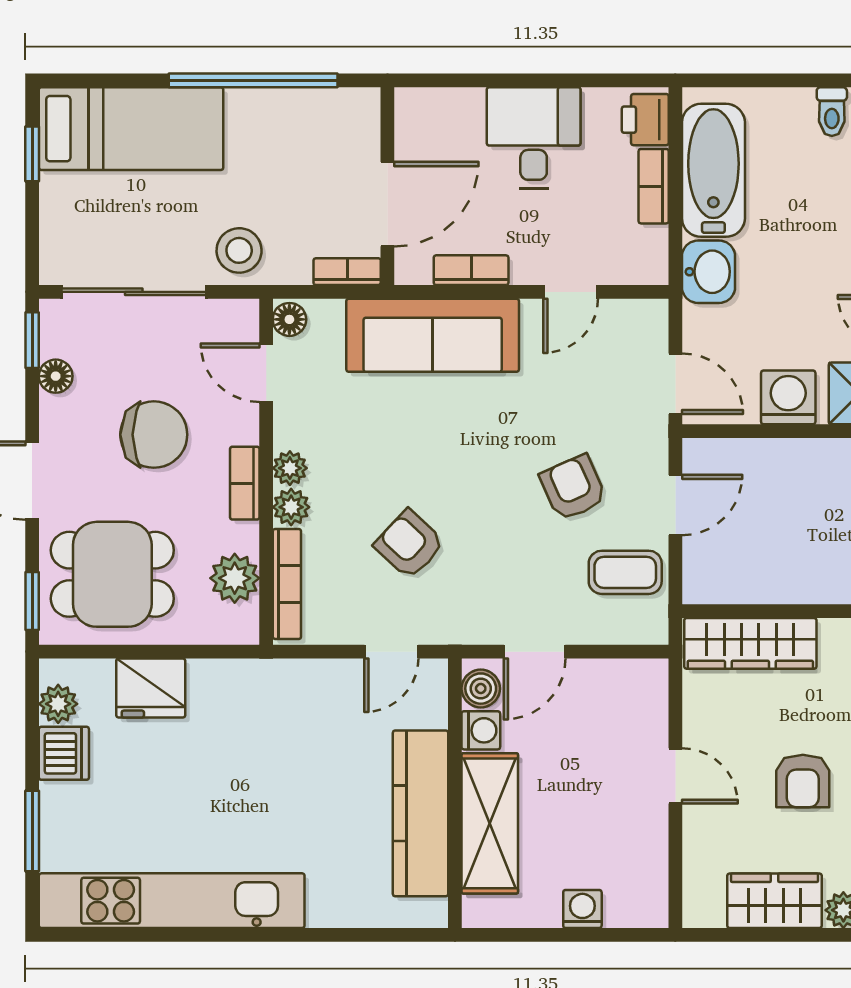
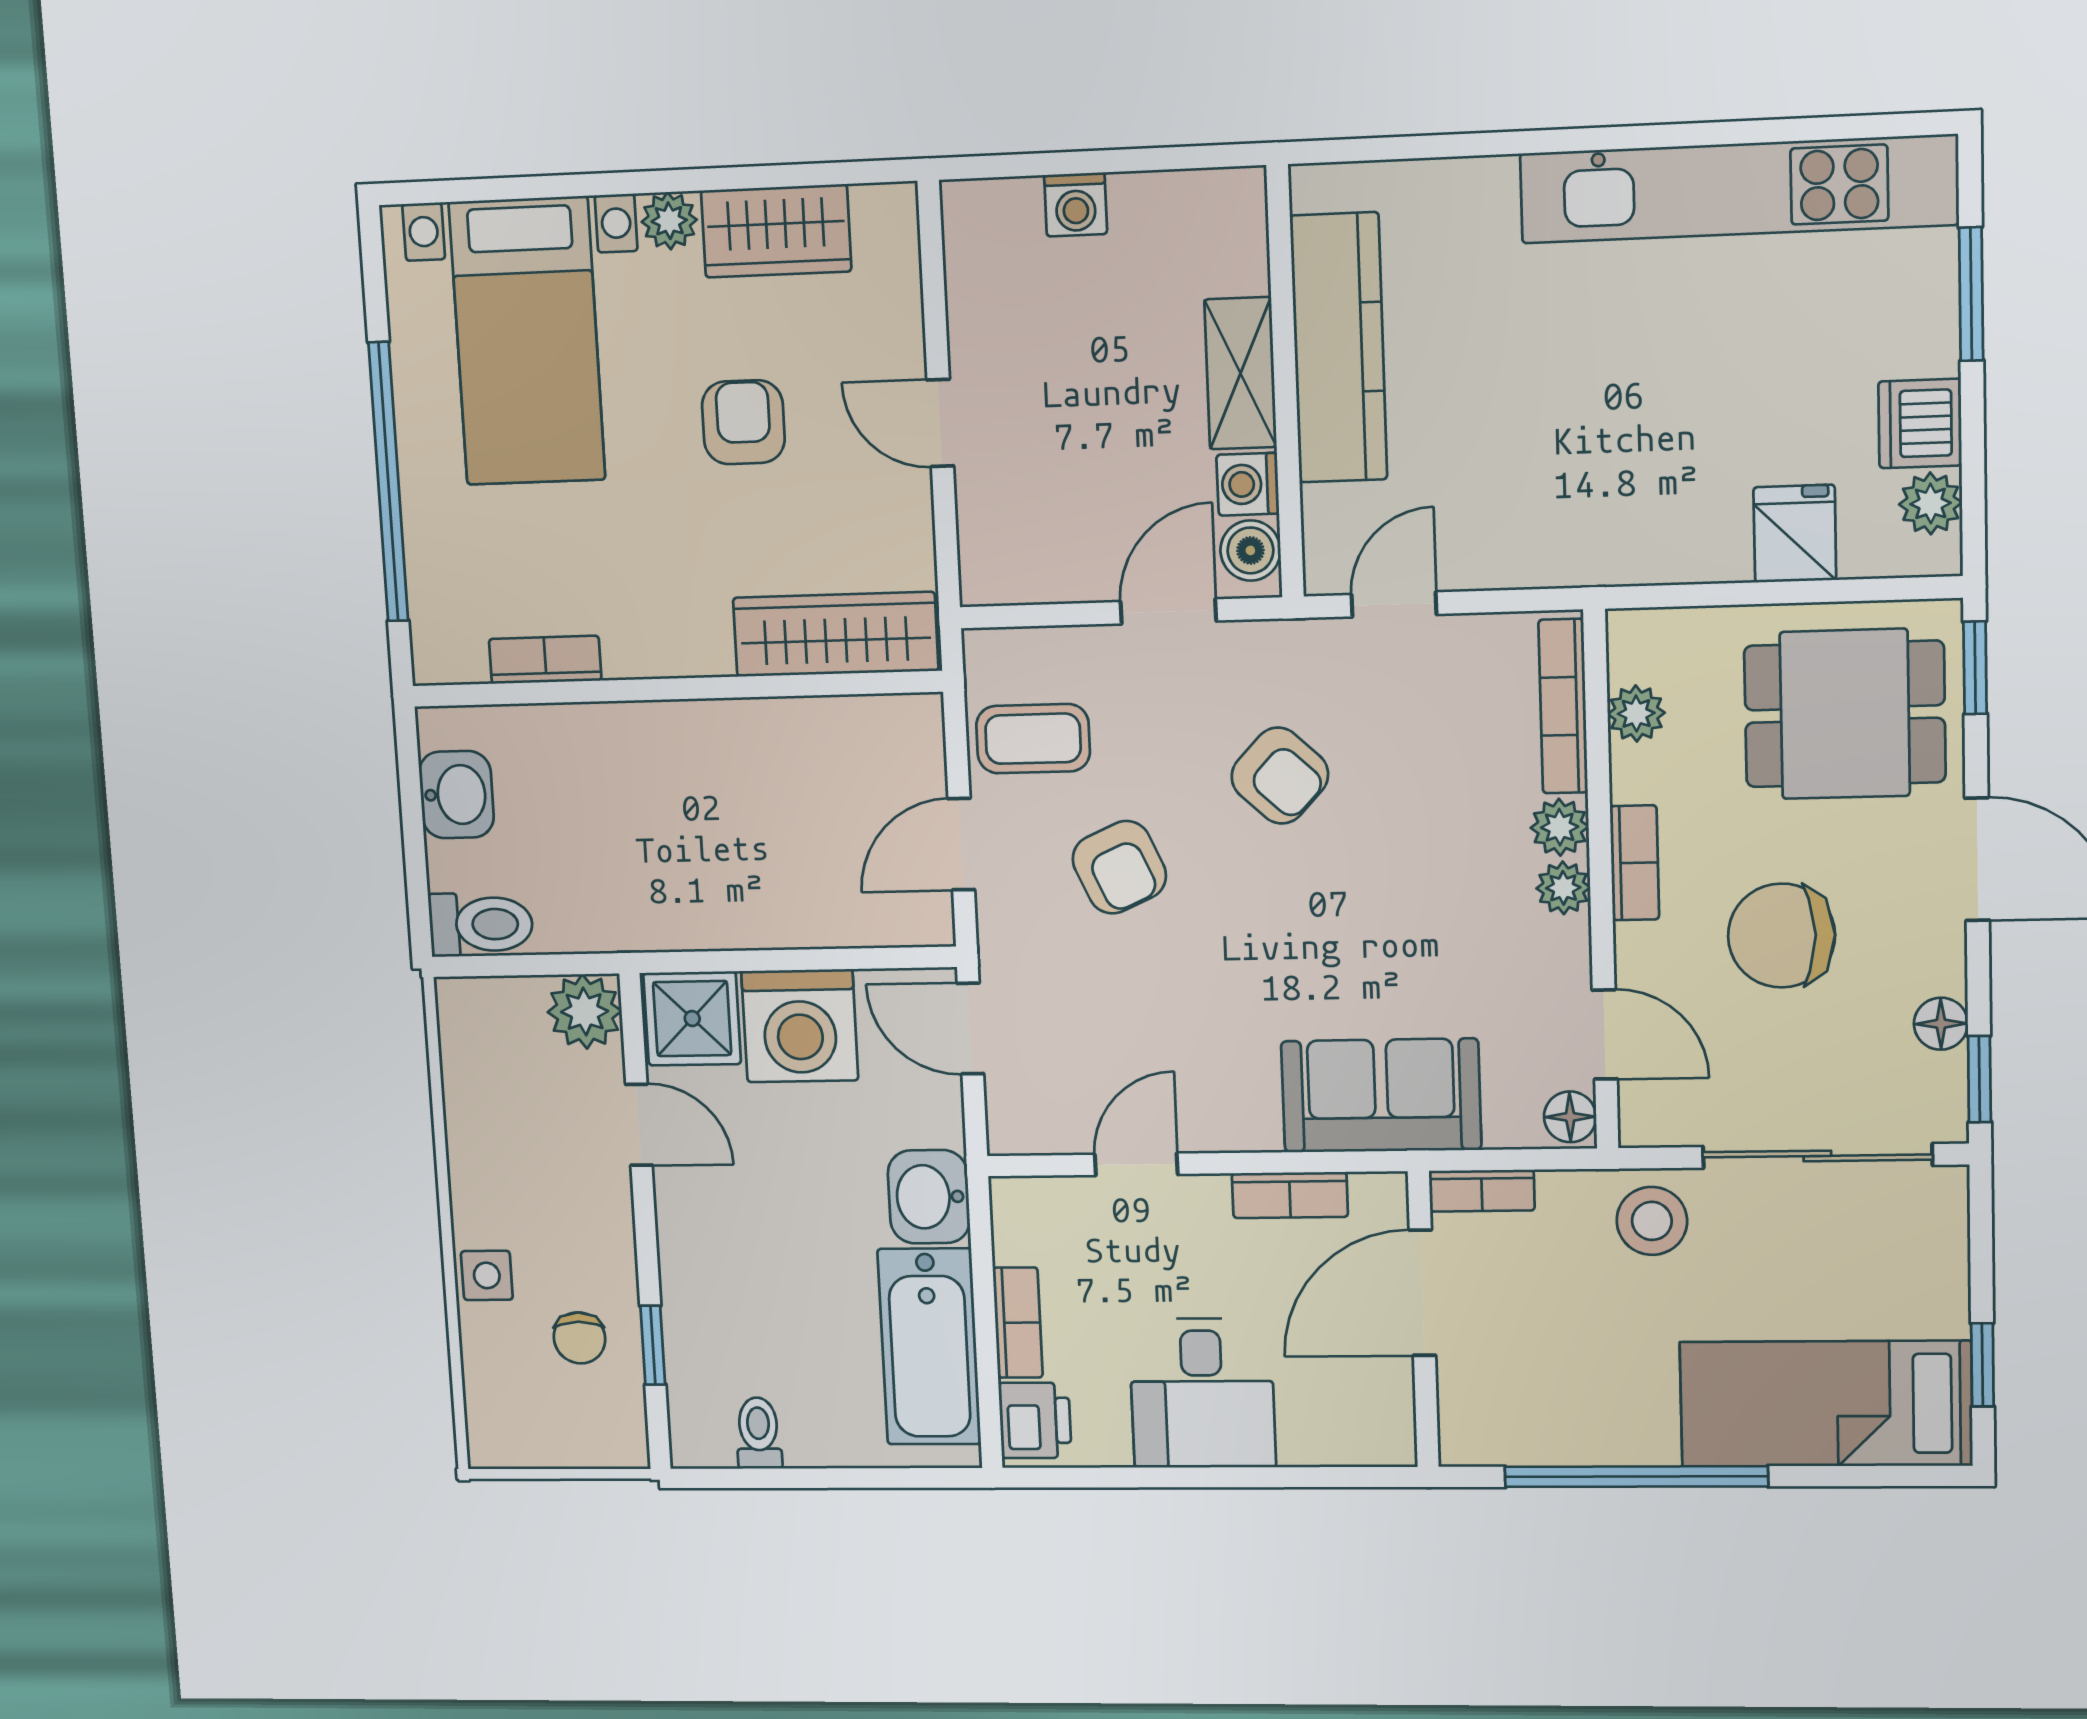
sofa: (433, 335) -> (1381, 1096), width x0.73
washing machine: (788, 397) -> (800, 1026), width x1.37, depth x1.37
armchair: (409, 544) -> (1280, 776), moved
plant: (235, 578) -> (1636, 713), width x0.73, depth x0.73
fridge: (151, 688) -> (1795, 534), width x0.72
shelving: (490, 823) -> (1240, 373), width x0.67, depth x0.75

